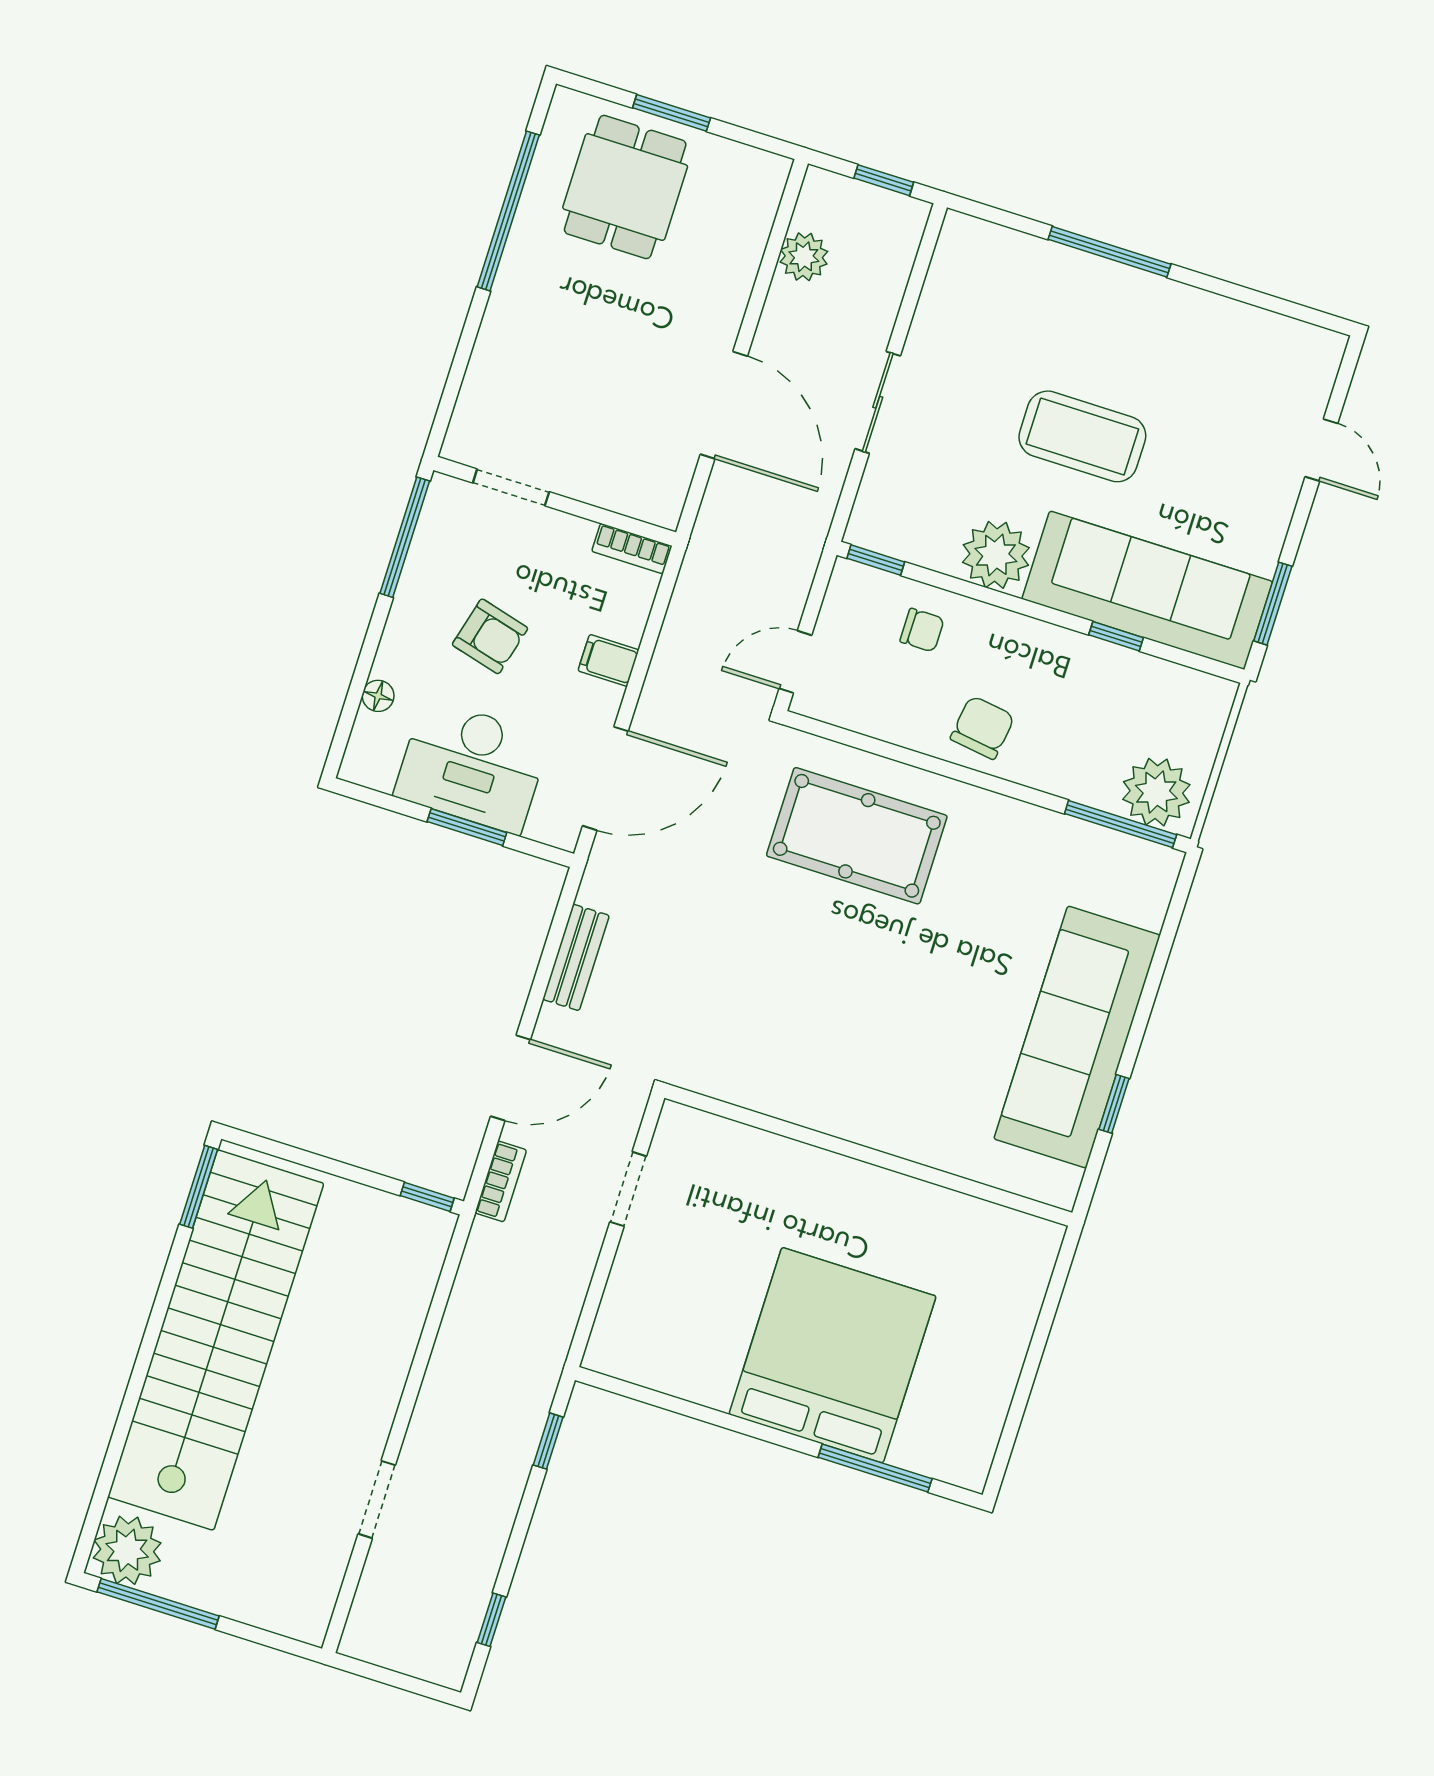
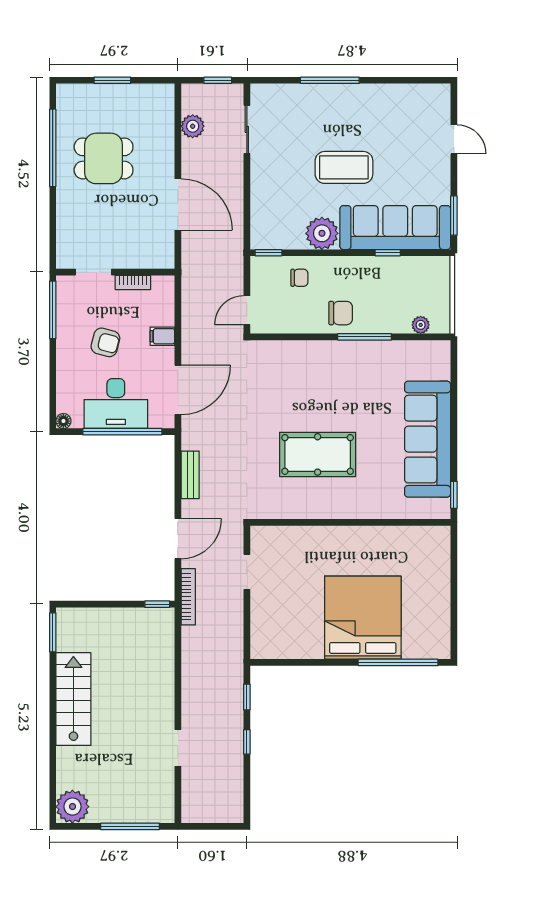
dining table: (625, 187) -> (104, 158), moved, turned 90
sliding door: (878, 402) -> (247, 129), moved
bookcase: (632, 549) -> (133, 282), moved
floor lamp: (378, 696) -> (63, 421), moved
chair: (982, 727) -> (341, 313), turned 82
plant: (1156, 792) -> (421, 325), width x0.53, depth x0.53
window: (1121, 824) -> (365, 337), moved
window: (467, 827) -> (122, 432), width x2.11
pool table: (857, 836) -> (318, 454), moved
window: (1114, 1104) -> (454, 495), moved
bookcase: (501, 1181) -> (188, 597), width x1.56
stairs: (216, 1340) -> (73, 699), width x0.54, depth x0.66
window: (875, 1468) -> (398, 662), width x1.46
window: (158, 1604) -> (130, 826), moved
window: (492, 1620) -> (247, 742), moved

